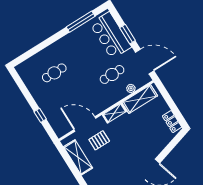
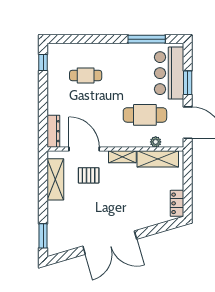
cafe table: (112, 74) -> (145, 115), width x1.37, depth x1.35
window: (40, 115) -> (43, 62), moved
dresser: (56, 125) -> (53, 131), added

